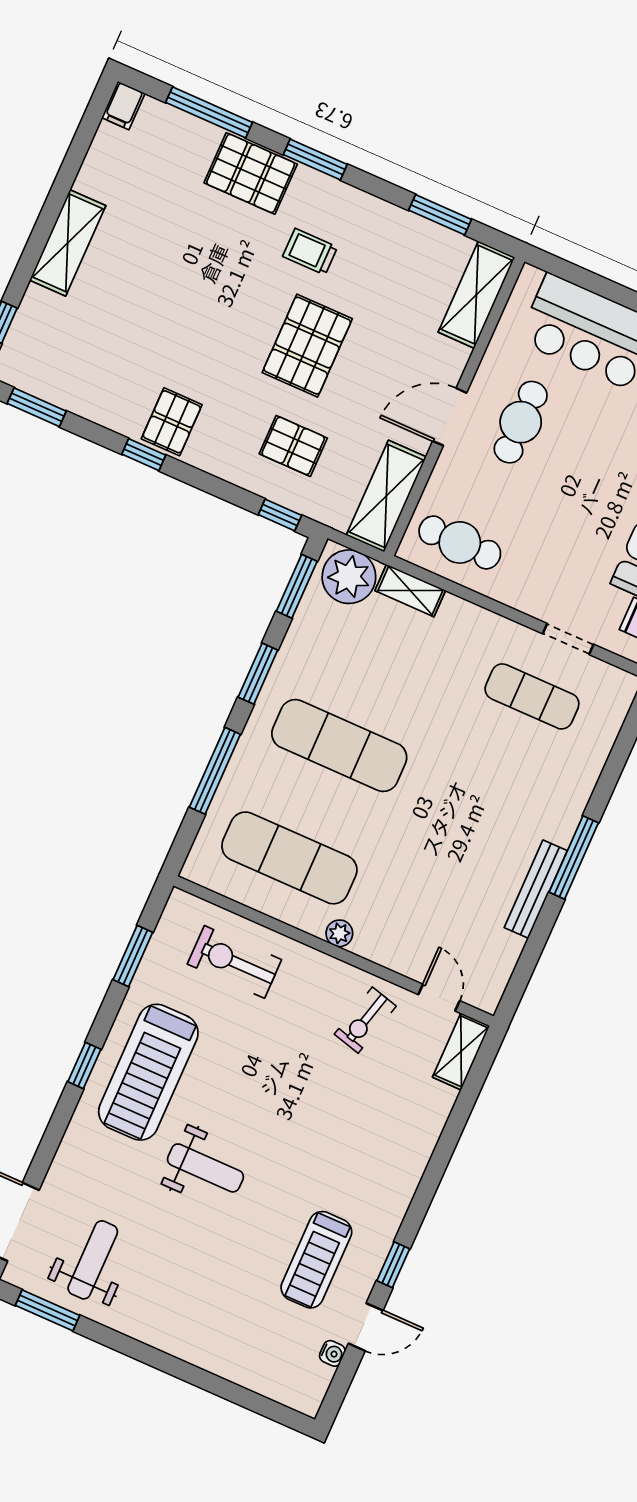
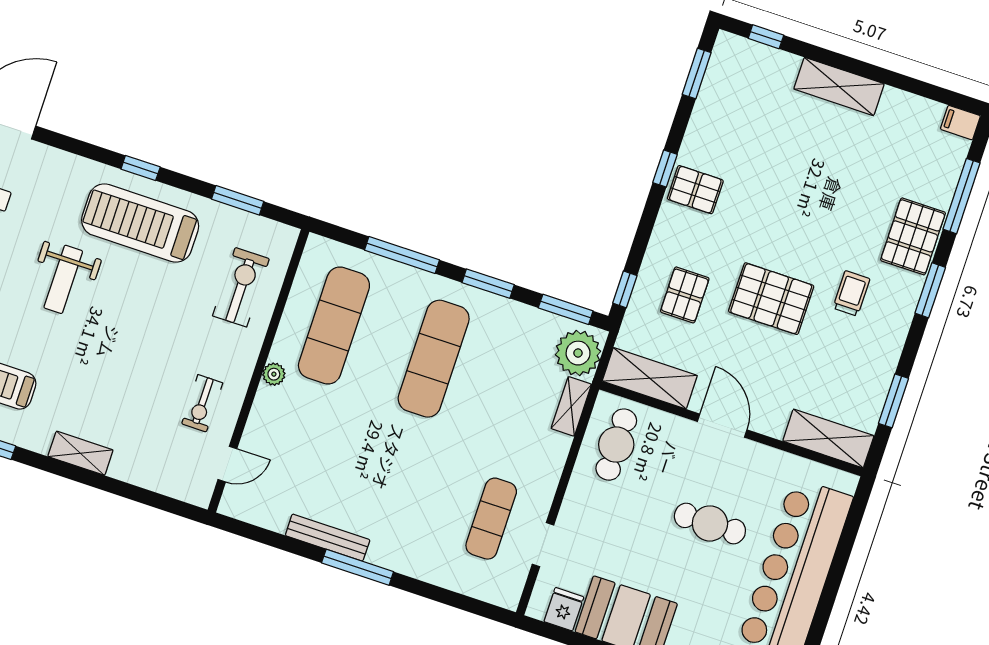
cafe table: (521, 422) -> (710, 523), moved
exercise bike: (365, 1020) -> (202, 403), turned -105
shelving: (461, 1051) -> (80, 453), moved

